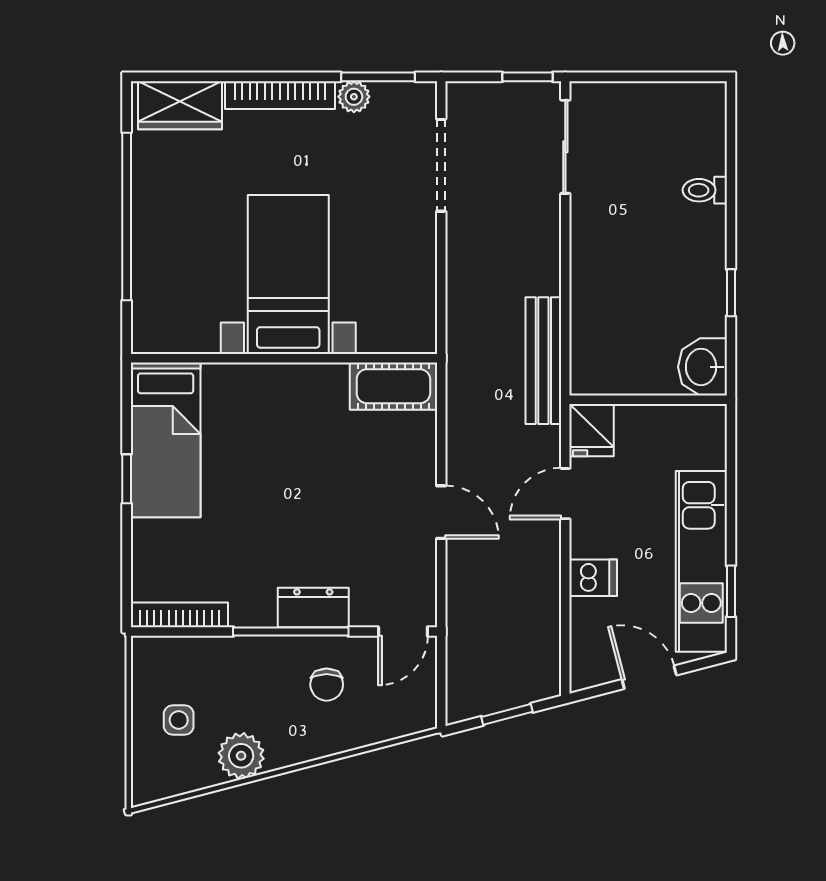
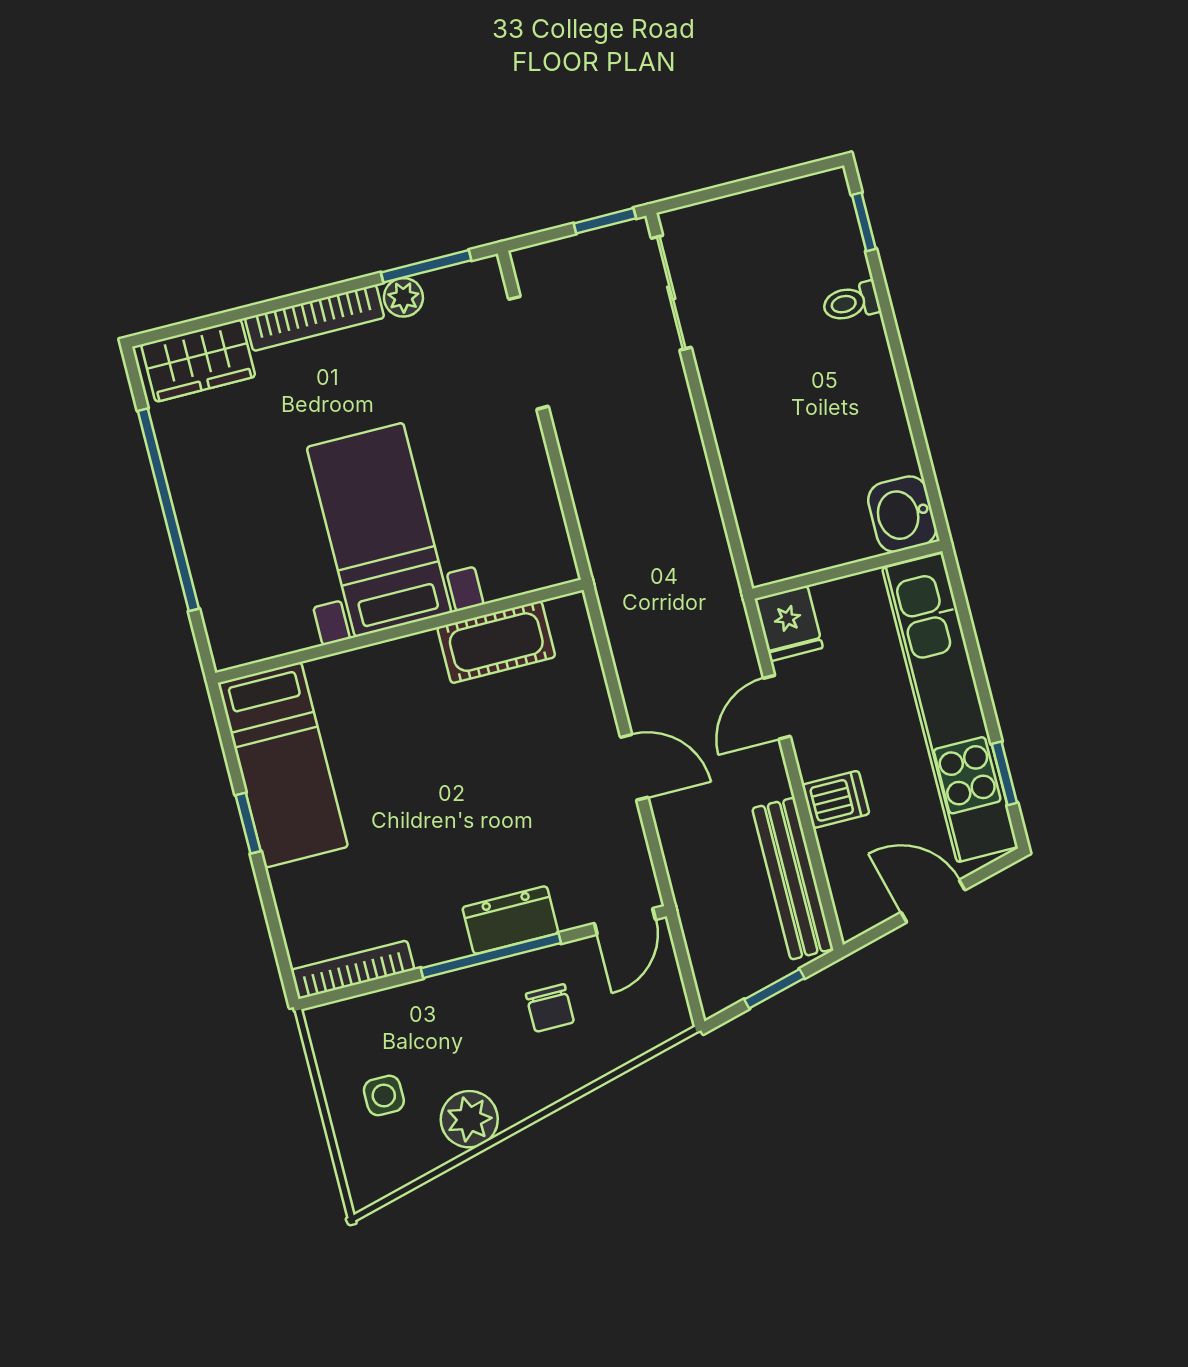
window: (731, 293) -> (864, 222), moved
bench: (543, 361) -> (793, 879), moved
cot: (393, 386) -> (496, 642), moved
kitchen unit: (701, 561) -> (950, 707), width x1.36

